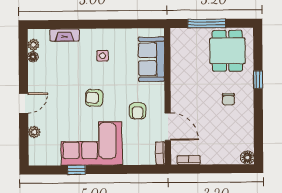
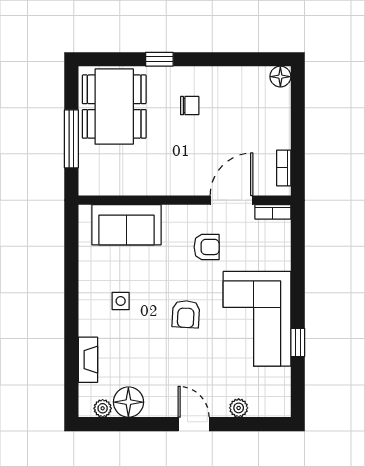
dining table: (227, 51) -> (114, 107), width x1.37
floor lamp: (33, 57) -> (128, 402), width x1.89, depth x1.89

